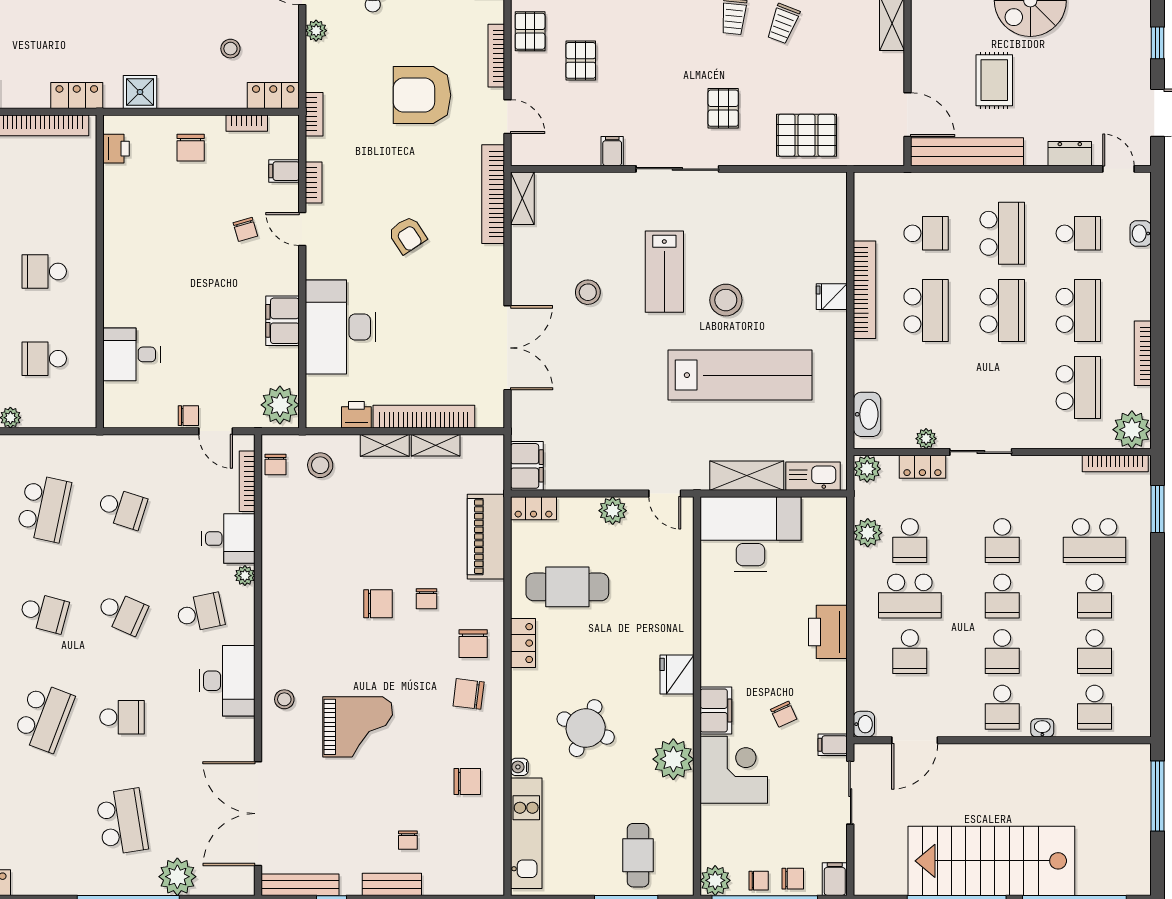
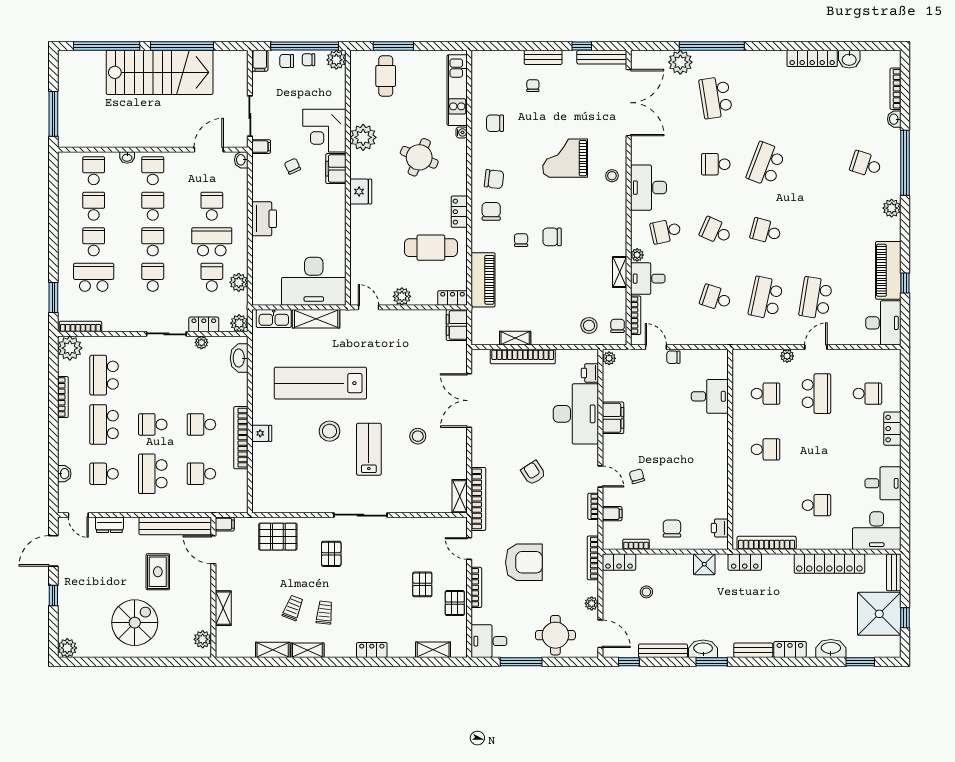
bookcase: (314, 114) -> (593, 558), width x1.56
filing cabinet: (612, 151) -> (225, 524), moved, turned -90
school desk: (926, 310) -> (201, 424), width x0.54
school desk: (1002, 310) -> (153, 424), width x0.54
plant: (280, 405) -> (609, 358), width x0.53, depth x0.53
printer: (356, 415) -> (590, 373), moved, turned 90
shelving: (385, 445) -> (620, 272), moved, turned 90

